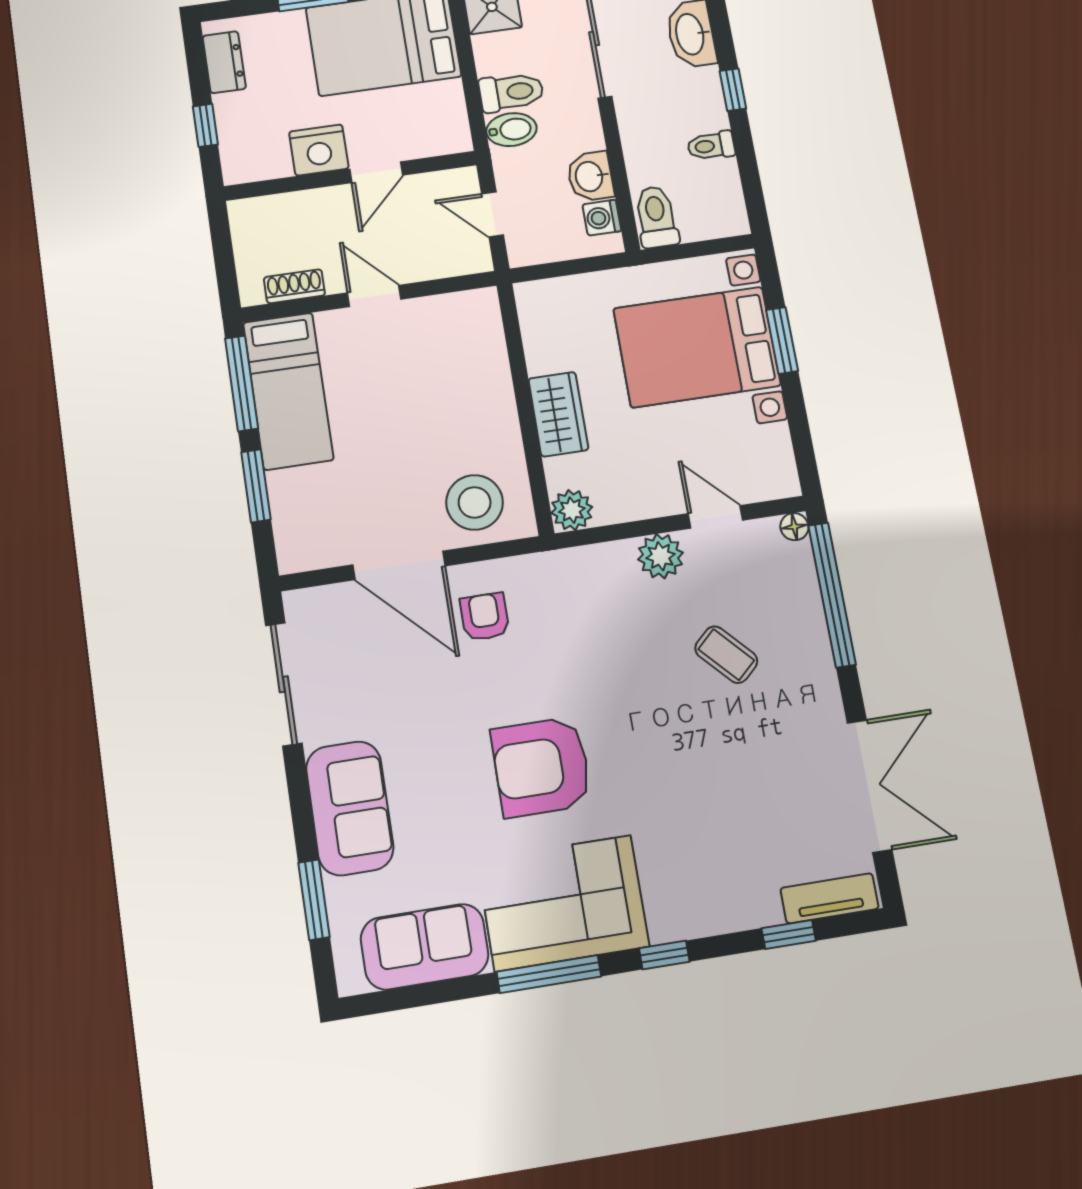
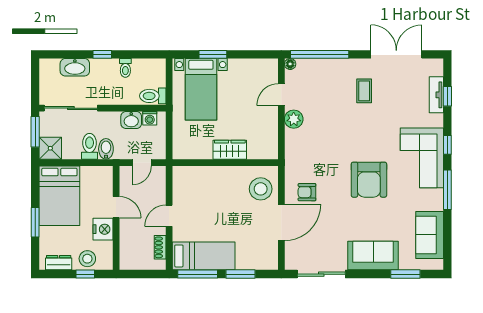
stool: (243, 125) -> (87, 259), added
bed with nightstands: (697, 347) -> (201, 89), width x0.73
plant: (572, 510) -> (270, 151), removed
coffee table: (726, 655) -> (364, 91), moved, turned -47
tv unit: (830, 898) -> (436, 95), moved
corner sofa: (563, 903) -> (422, 158), moved

